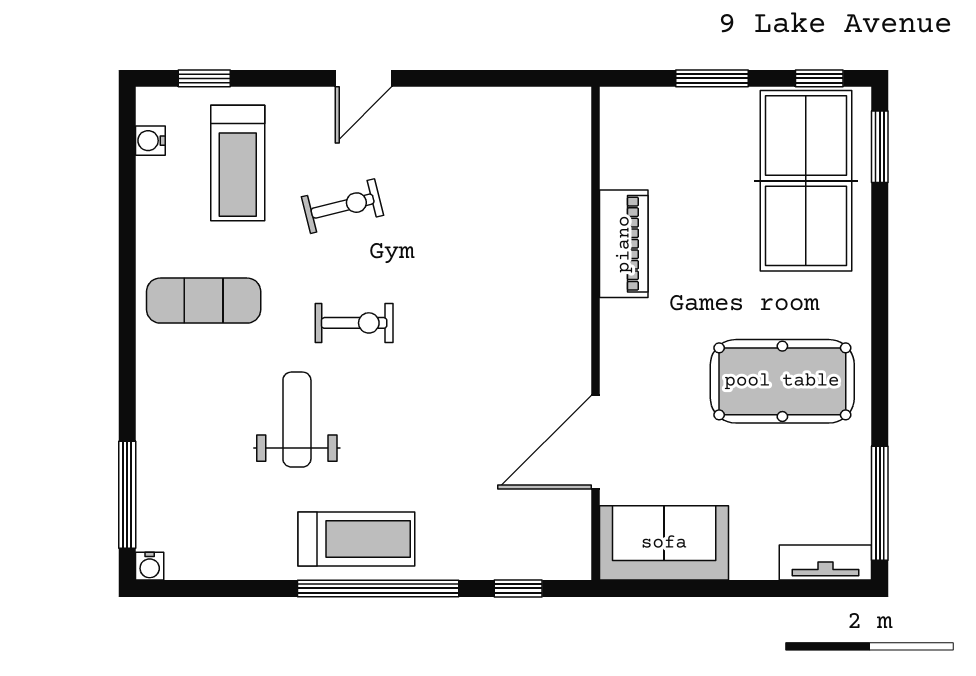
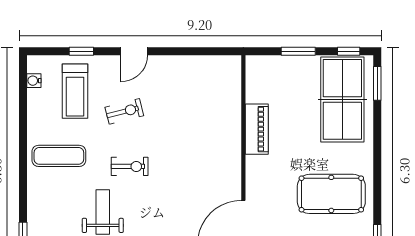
window: (204, 78) -> (81, 51), moved

